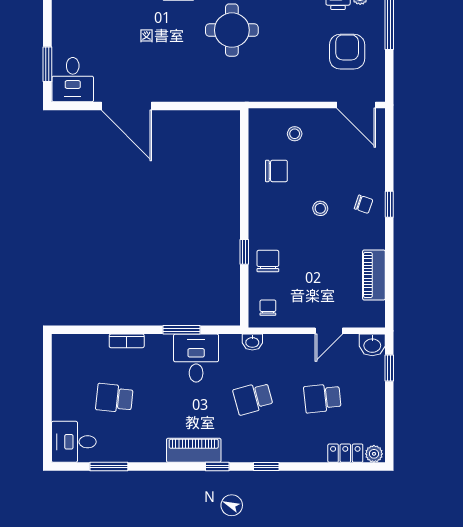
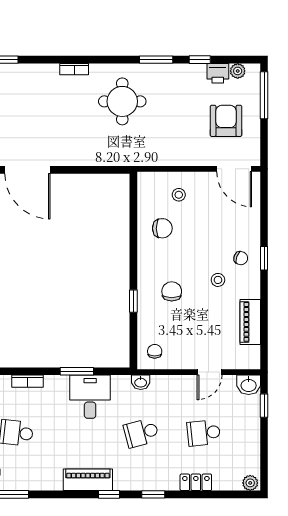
stool: (320, 208) -> (218, 280), moved
chair: (268, 261) -> (172, 291), moved
locker: (345, 453) -> (196, 482), moved

